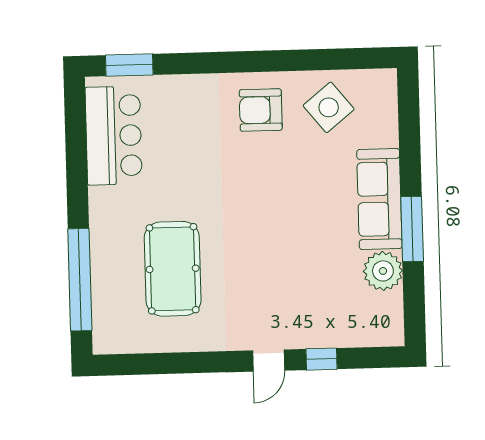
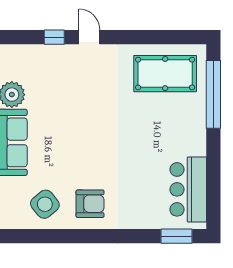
pool table: (173, 269) -> (165, 74), moved, turned 90
door: (269, 361) -> (89, 37), hinge flipped

